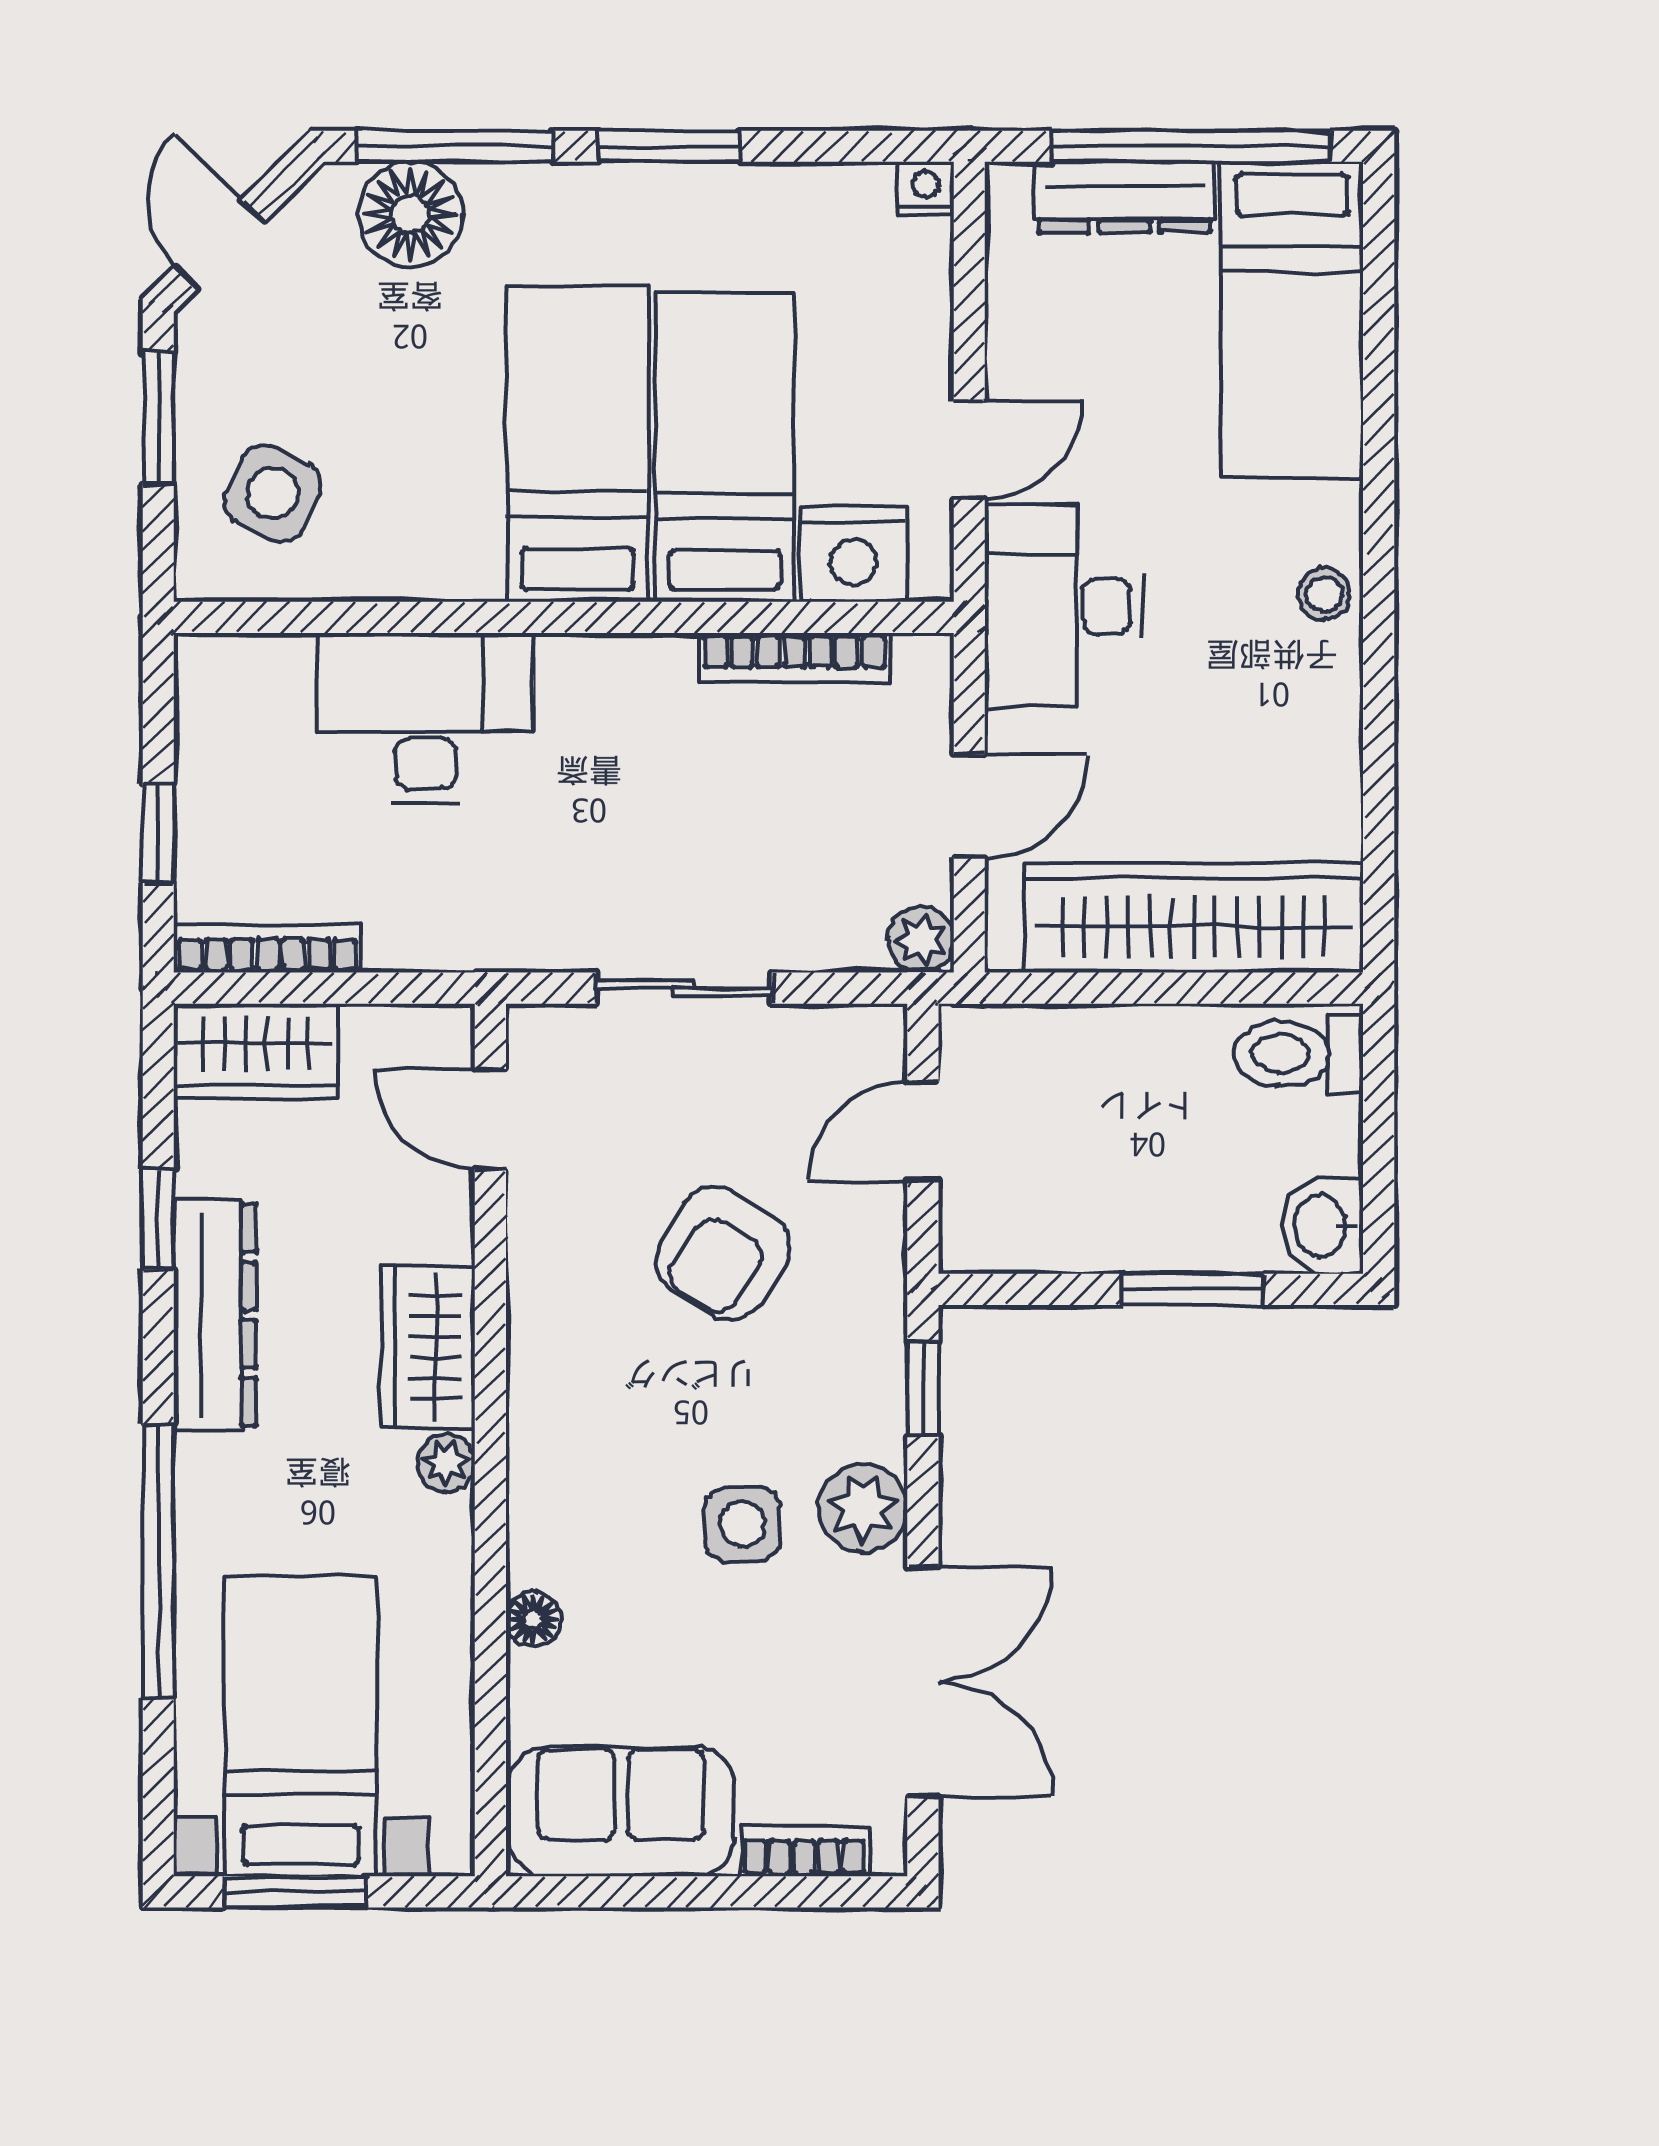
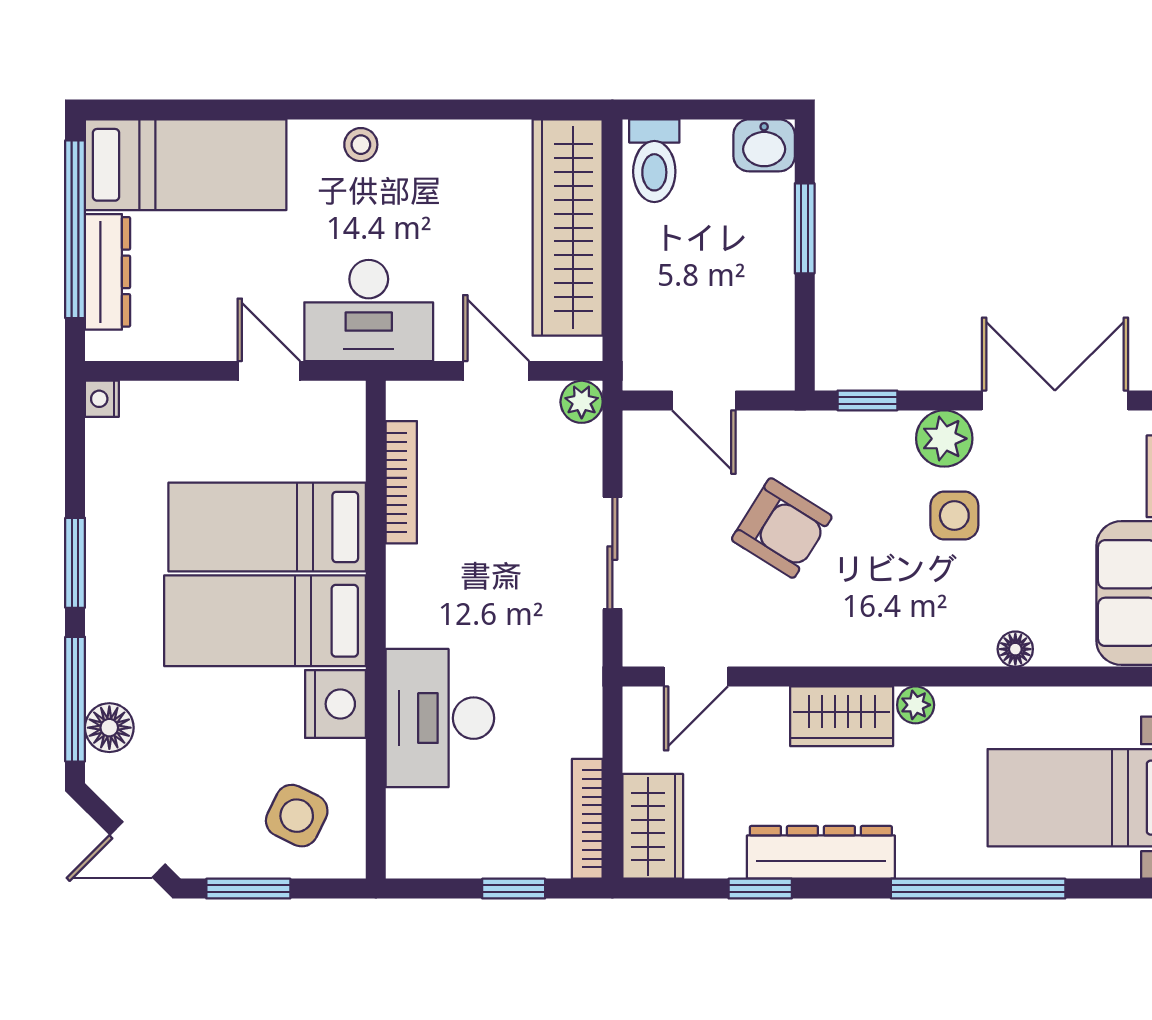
floor lamp: (410, 214) -> (109, 728), width x0.73, depth x0.73
nightstand: (854, 554) -> (335, 704), moved

